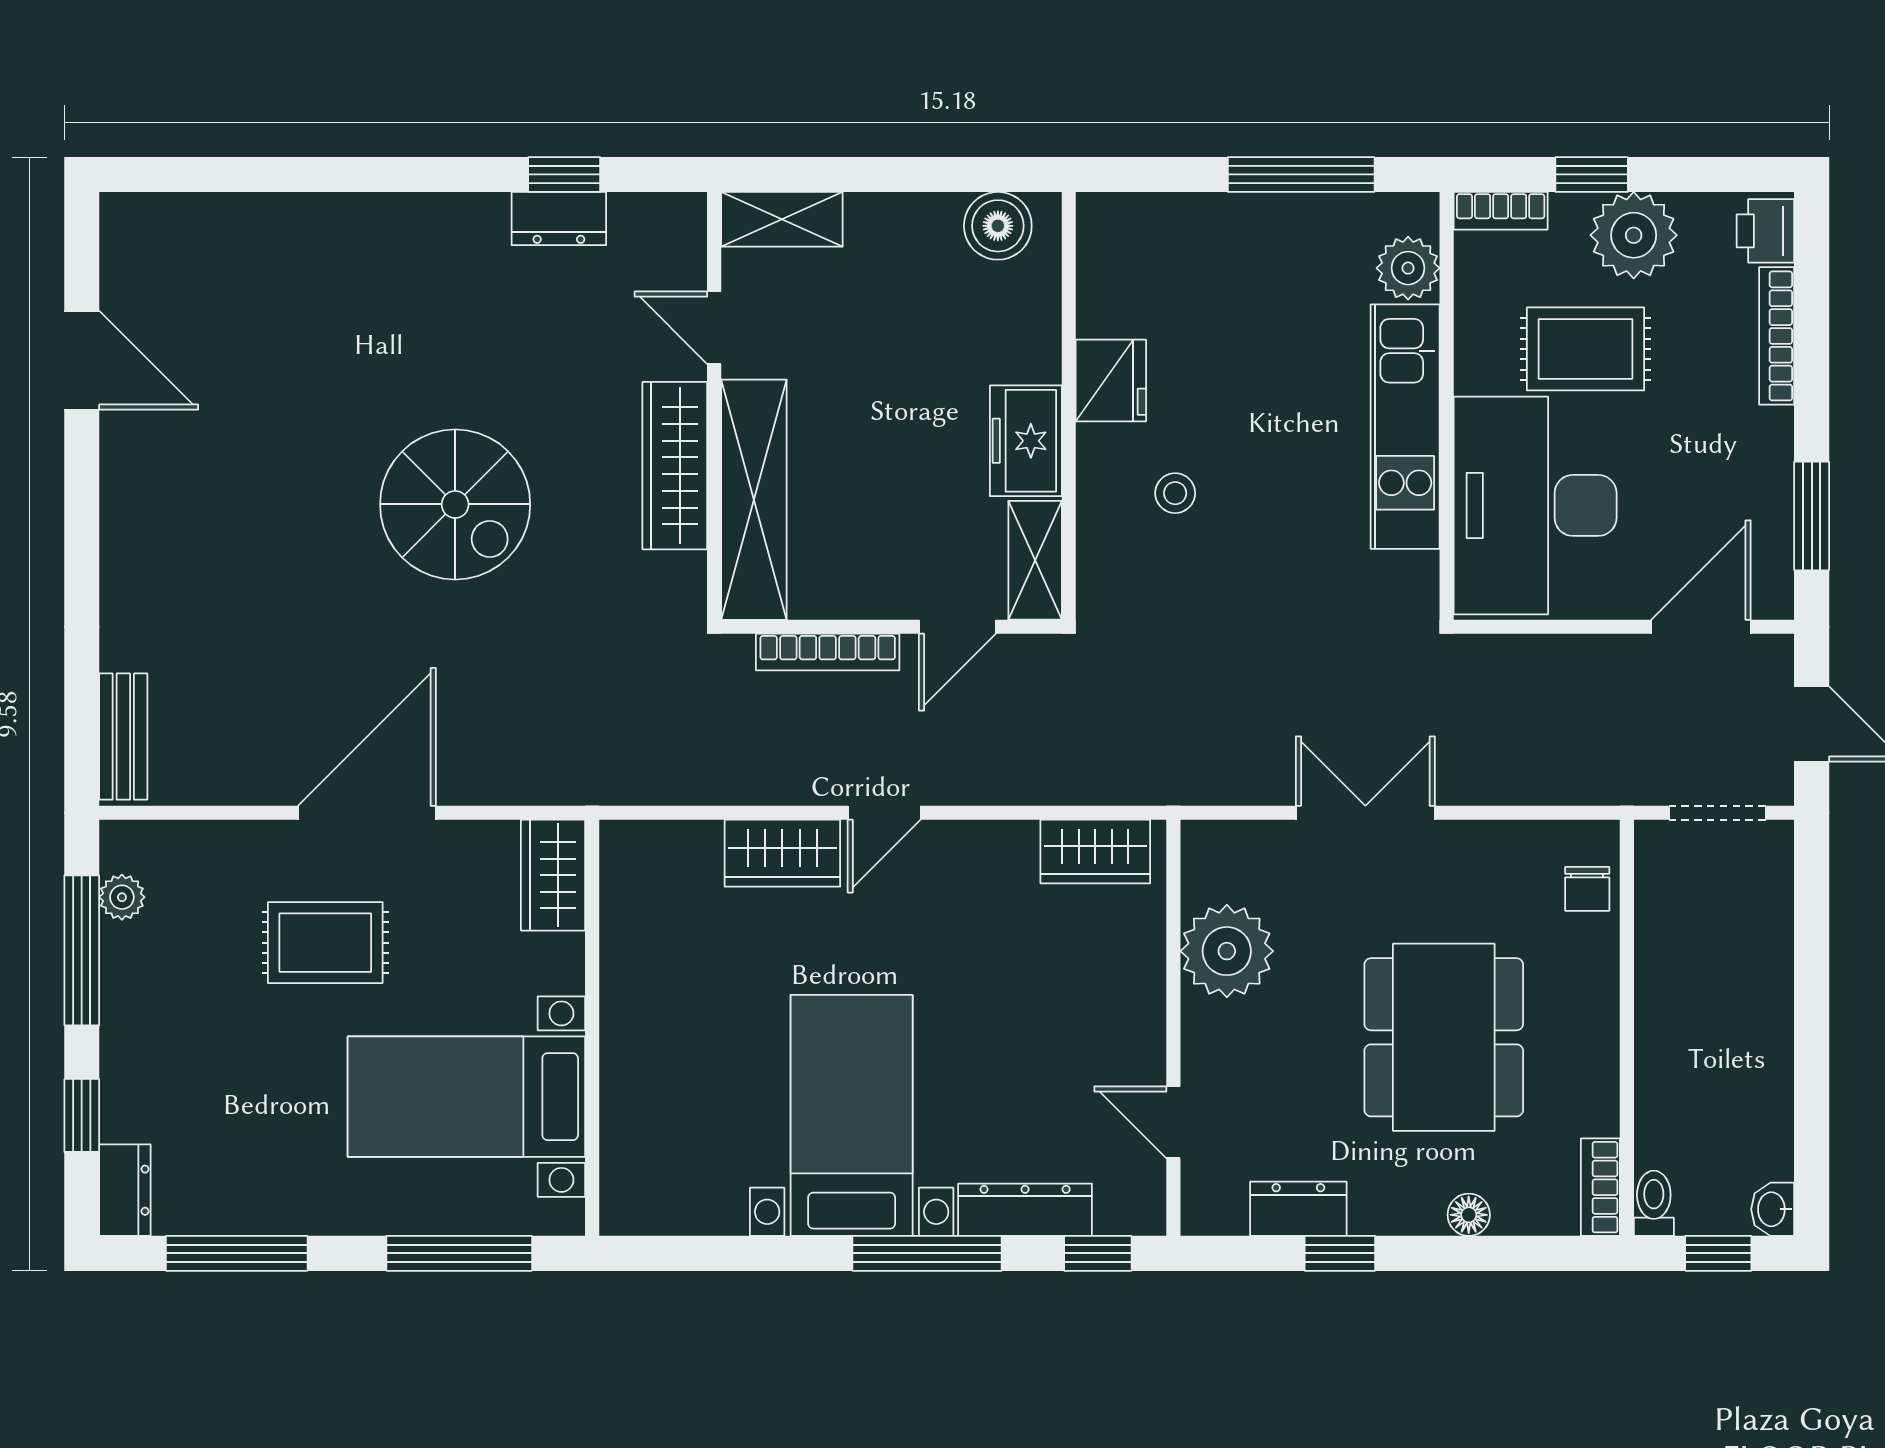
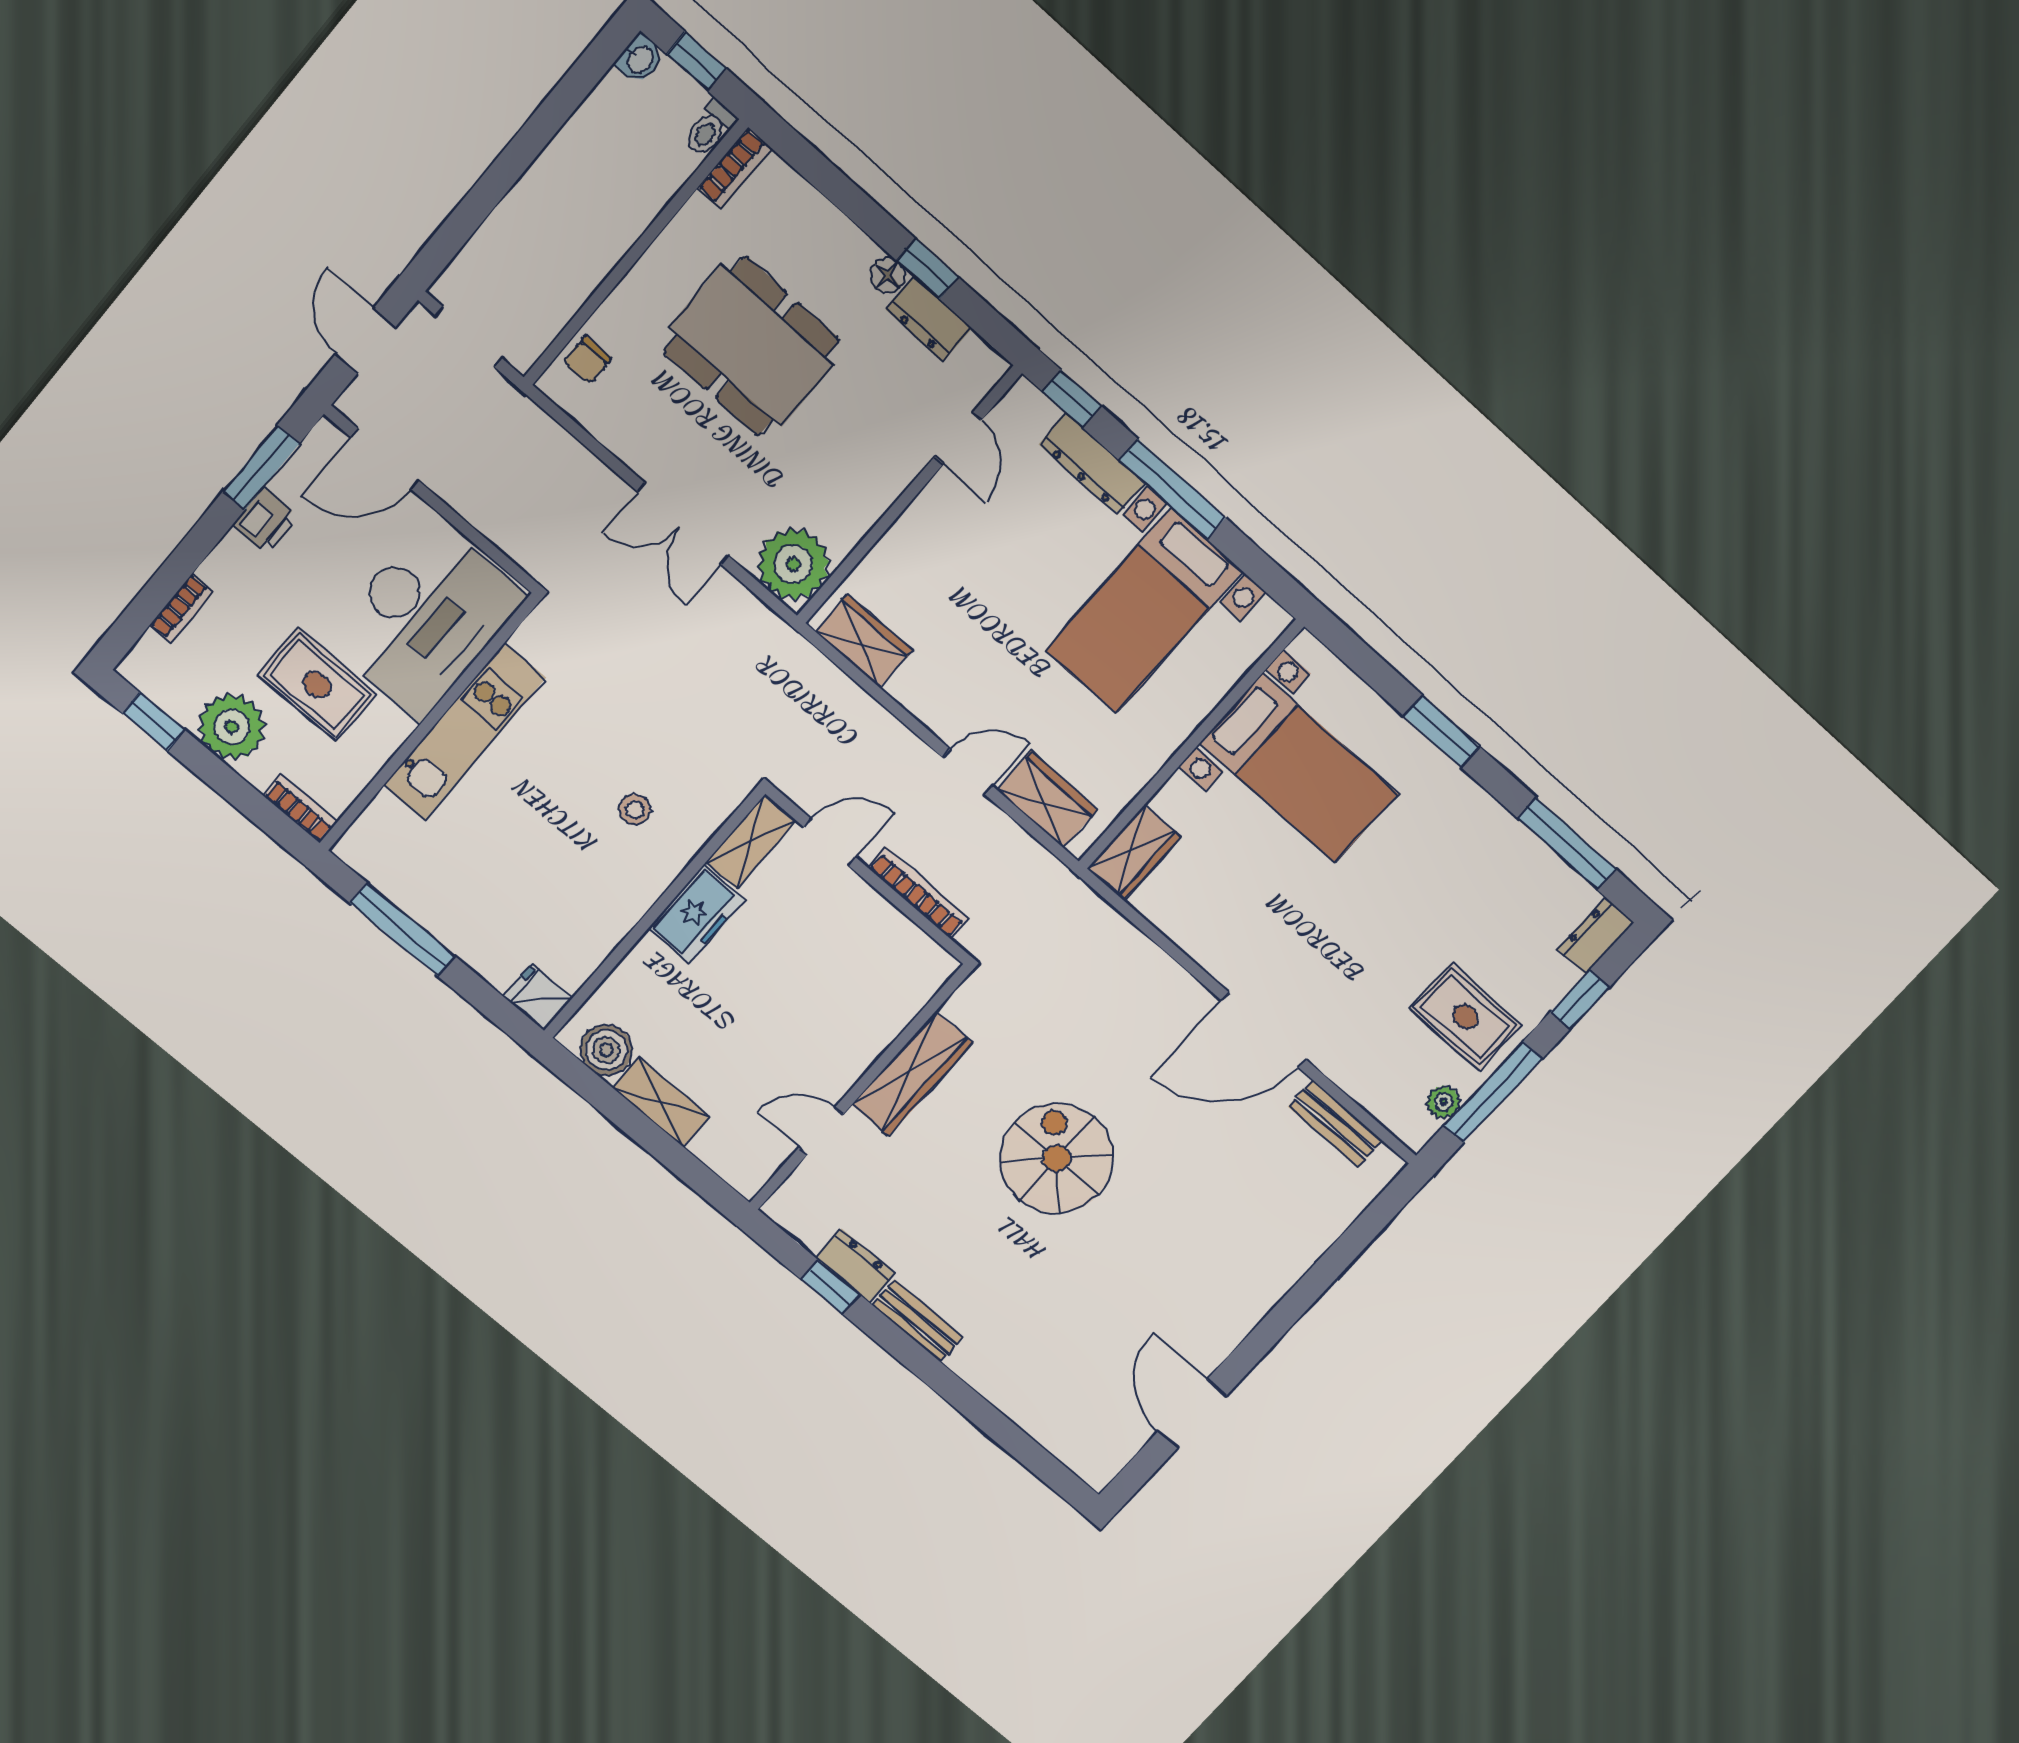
window: (1592, 174) -> (154, 722), moved
bench: (446, 215) -> (917, 1321), added
shelving: (782, 219) -> (661, 1102), moved
printer: (1765, 231) -> (266, 521), moved
plant: (1408, 268) -> (384, 822), removed
door: (714, 328) -> (821, 1131), swing flipped
bookcase: (1777, 336) -> (182, 608), width x0.64
fridge: (1111, 381) -> (538, 997), moved, width x0.72
shelving: (754, 500) -> (884, 1016), removed
bench: (123, 737) -> (1335, 1124), moved, turned 90
wardrobe: (553, 875) -> (1134, 853), moved
chair: (1587, 889) -> (587, 360), turned 180
rug: (325, 943) -> (1465, 1017), moved
plant: (1227, 951) -> (793, 564), moved
wall: (592, 1028) -> (1191, 745), moved
dining table: (1444, 1037) -> (751, 346), turned 90
bed with nightstands: (466, 1097) -> (1299, 769), moved
floor lamp: (1469, 1215) -> (887, 275), moved
window: (459, 1253) -> (1442, 731), width x0.69

